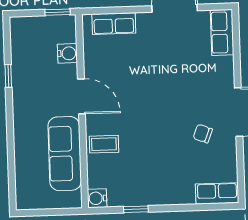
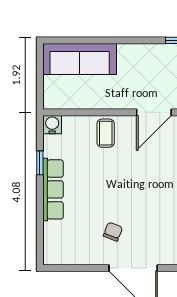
sofa: (65, 154) -> (80, 59), moved, turned 180
row of seats: (217, 193) -> (53, 189), moved, width x1.48

